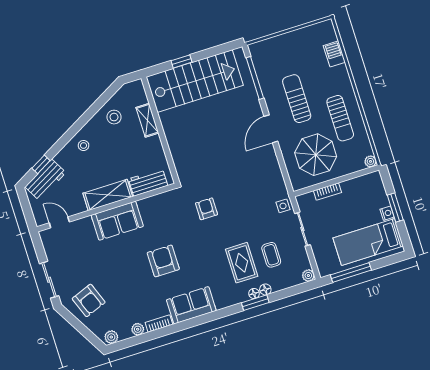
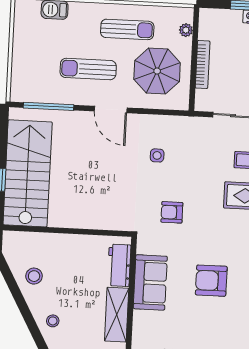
shelving: (147, 120) -> (51, 241), removed
plant: (370, 161) -> (186, 30), moved
bookcase: (327, 192) -> (203, 65), width x1.56
side table: (283, 206) -> (157, 155), moved
sofa: (117, 221) -> (150, 282), moved

